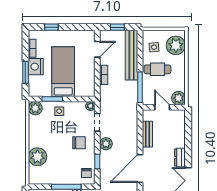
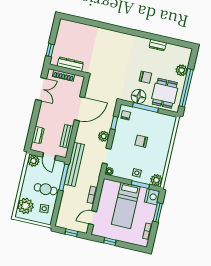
window: (51, 27) -> (110, 242), moved
bench: (132, 55) -> (74, 164), moved
nightstand: (36, 67) -> (152, 197), moved
chair: (79, 143) -> (141, 141), moved
plant: (37, 157) -> (164, 138), removed
dresser: (180, 157) -> (38, 135), moved

